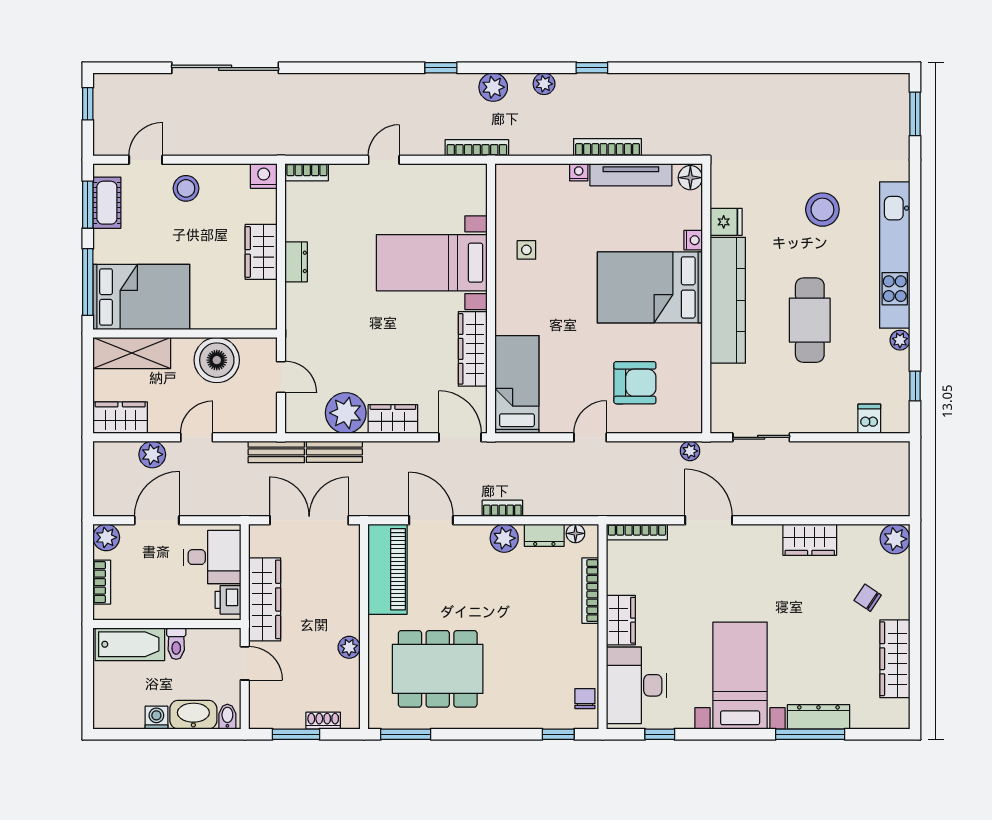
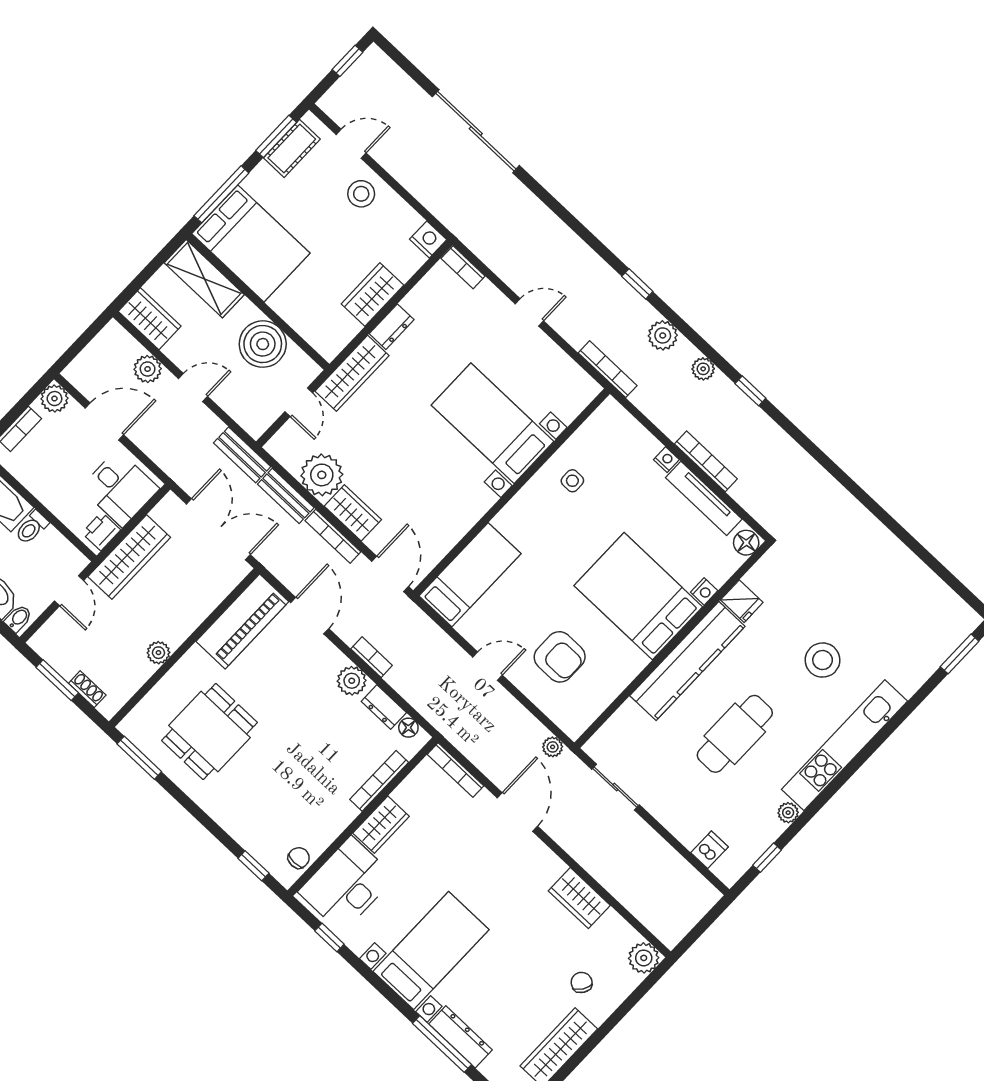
wardrobe: (473, 349) -> (352, 373), moved, turned 180
bookcase: (395, 449) -> (333, 536), added
dining table: (438, 669) -> (209, 731), width x0.73

